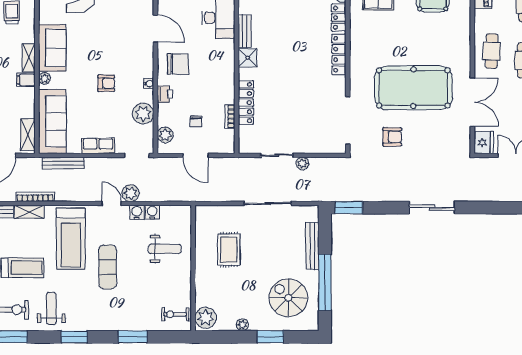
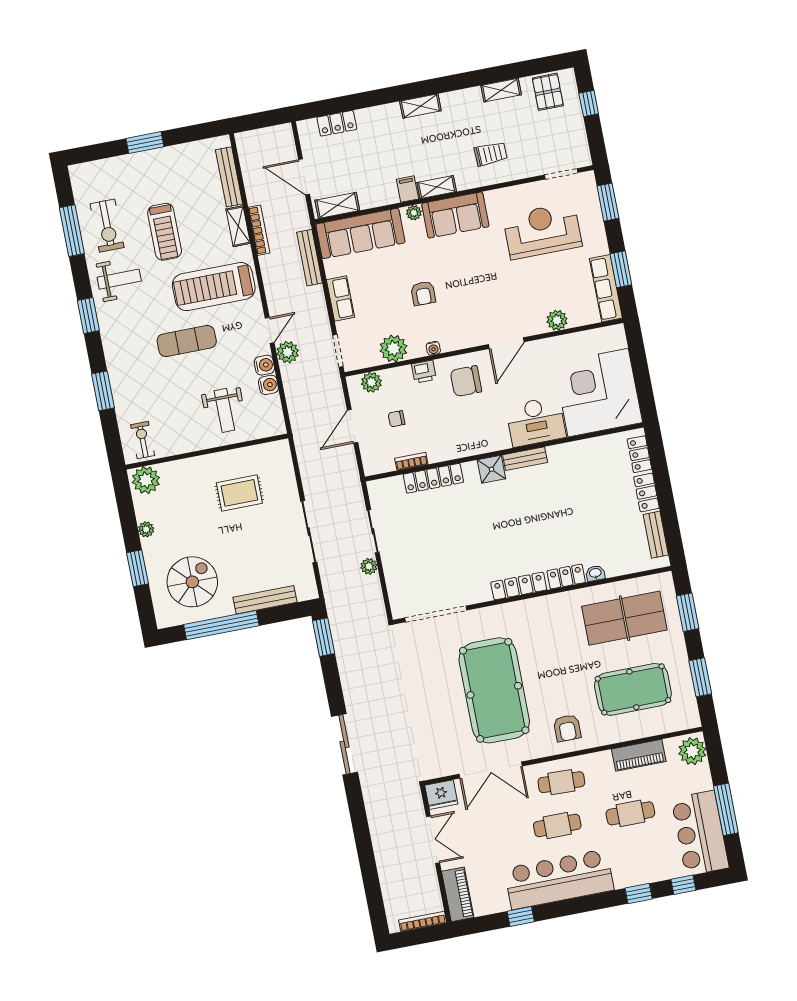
chair: (178, 64) -> (466, 381), turned 90
armchair: (392, 137) -> (567, 728), moved

